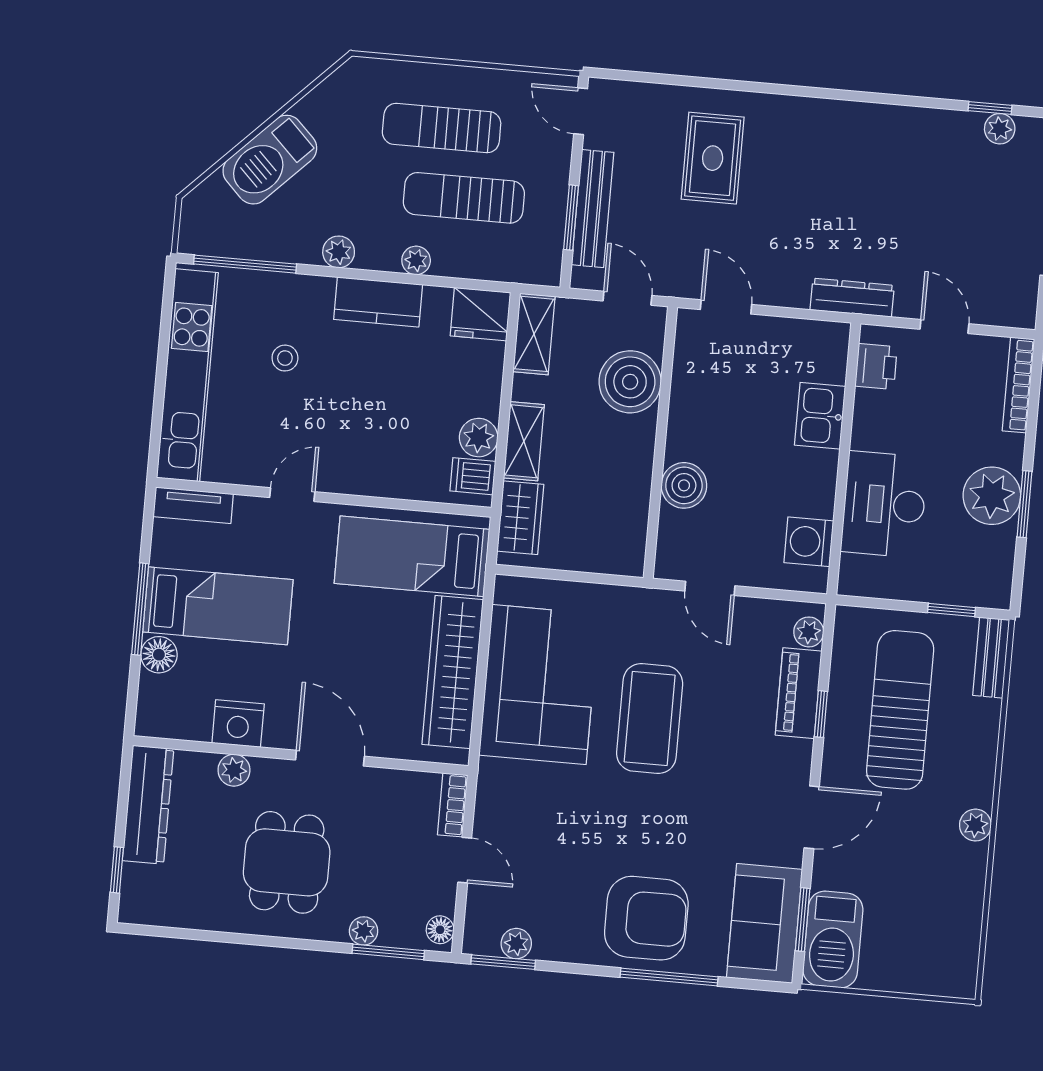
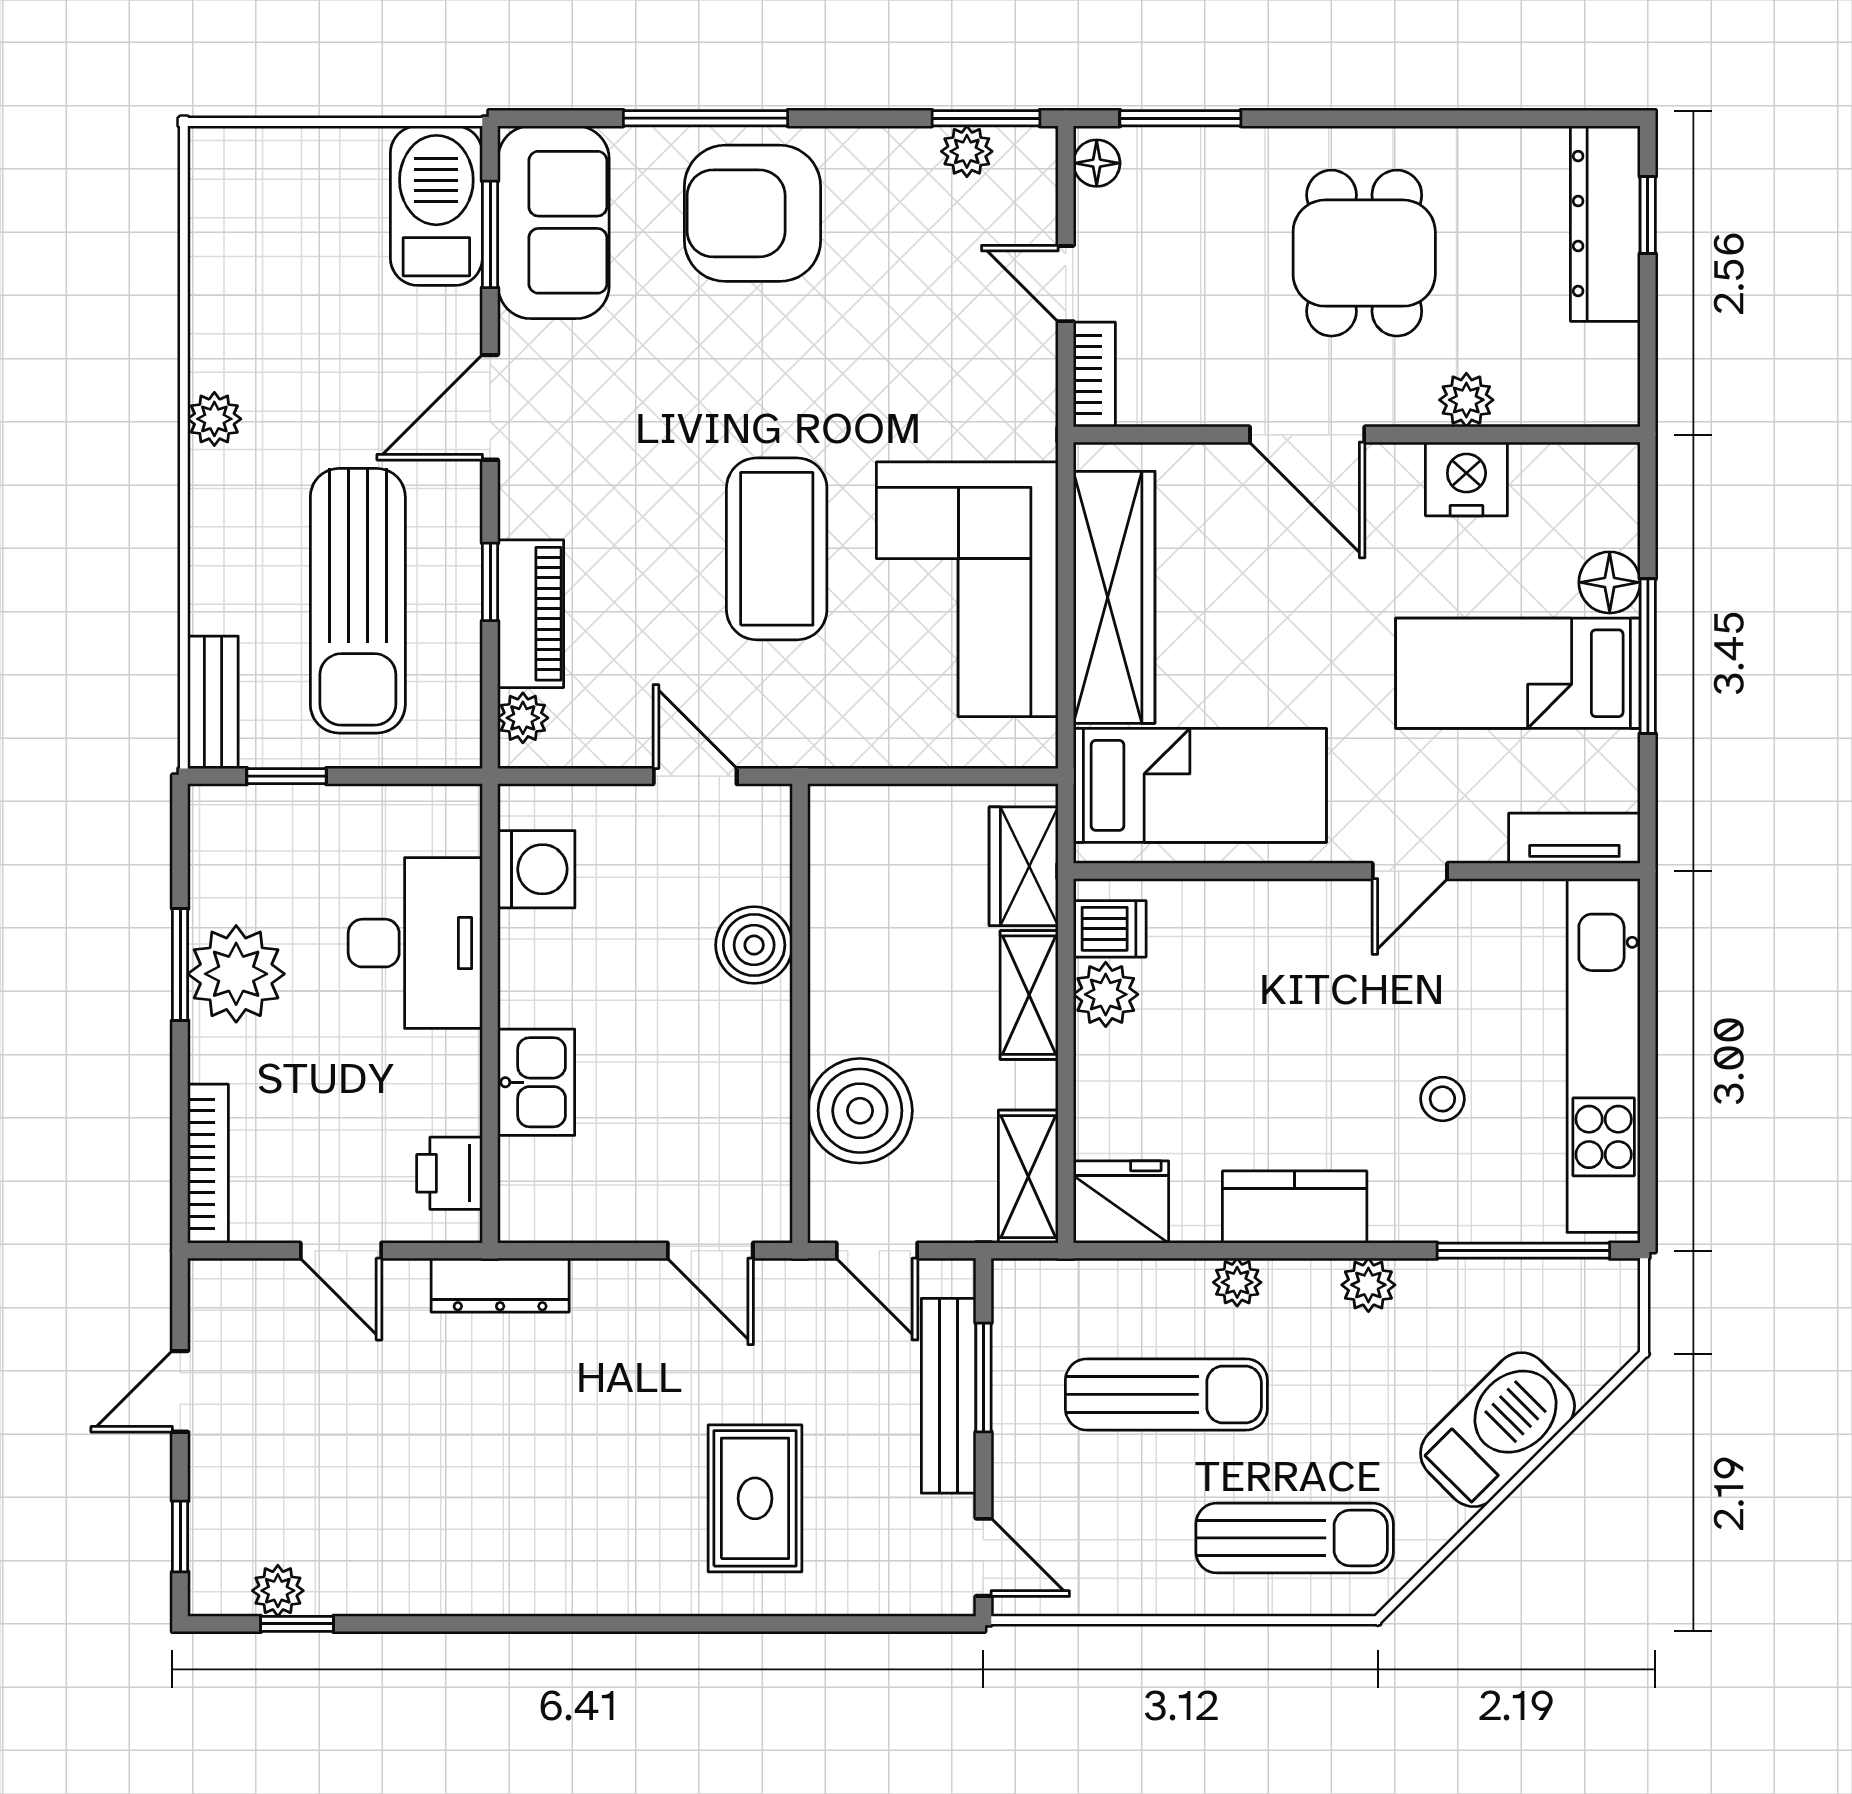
sun lounger: (442, 128) -> (1295, 1538), moved
dresser: (148, 805) -> (1605, 224), moved
plant: (364, 931) -> (1225, 150), removed

